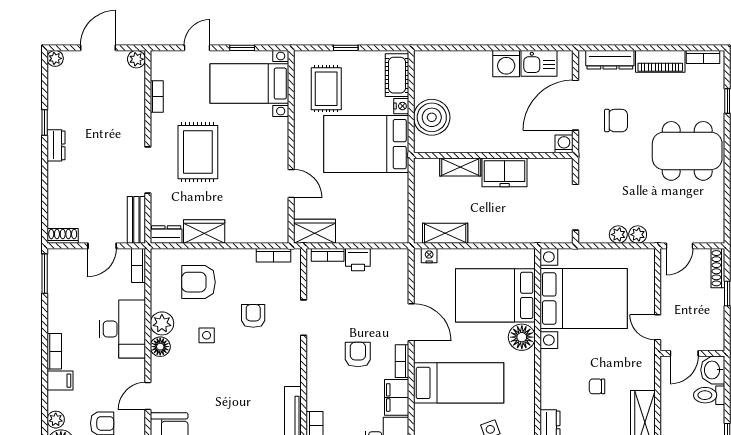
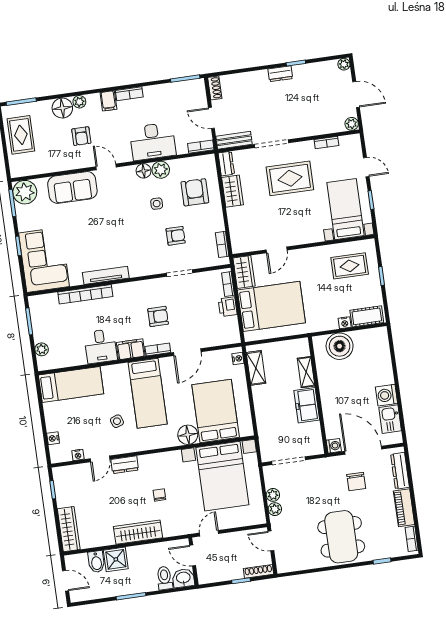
bed: (366, 144) -> (271, 306), moved, turned 90

